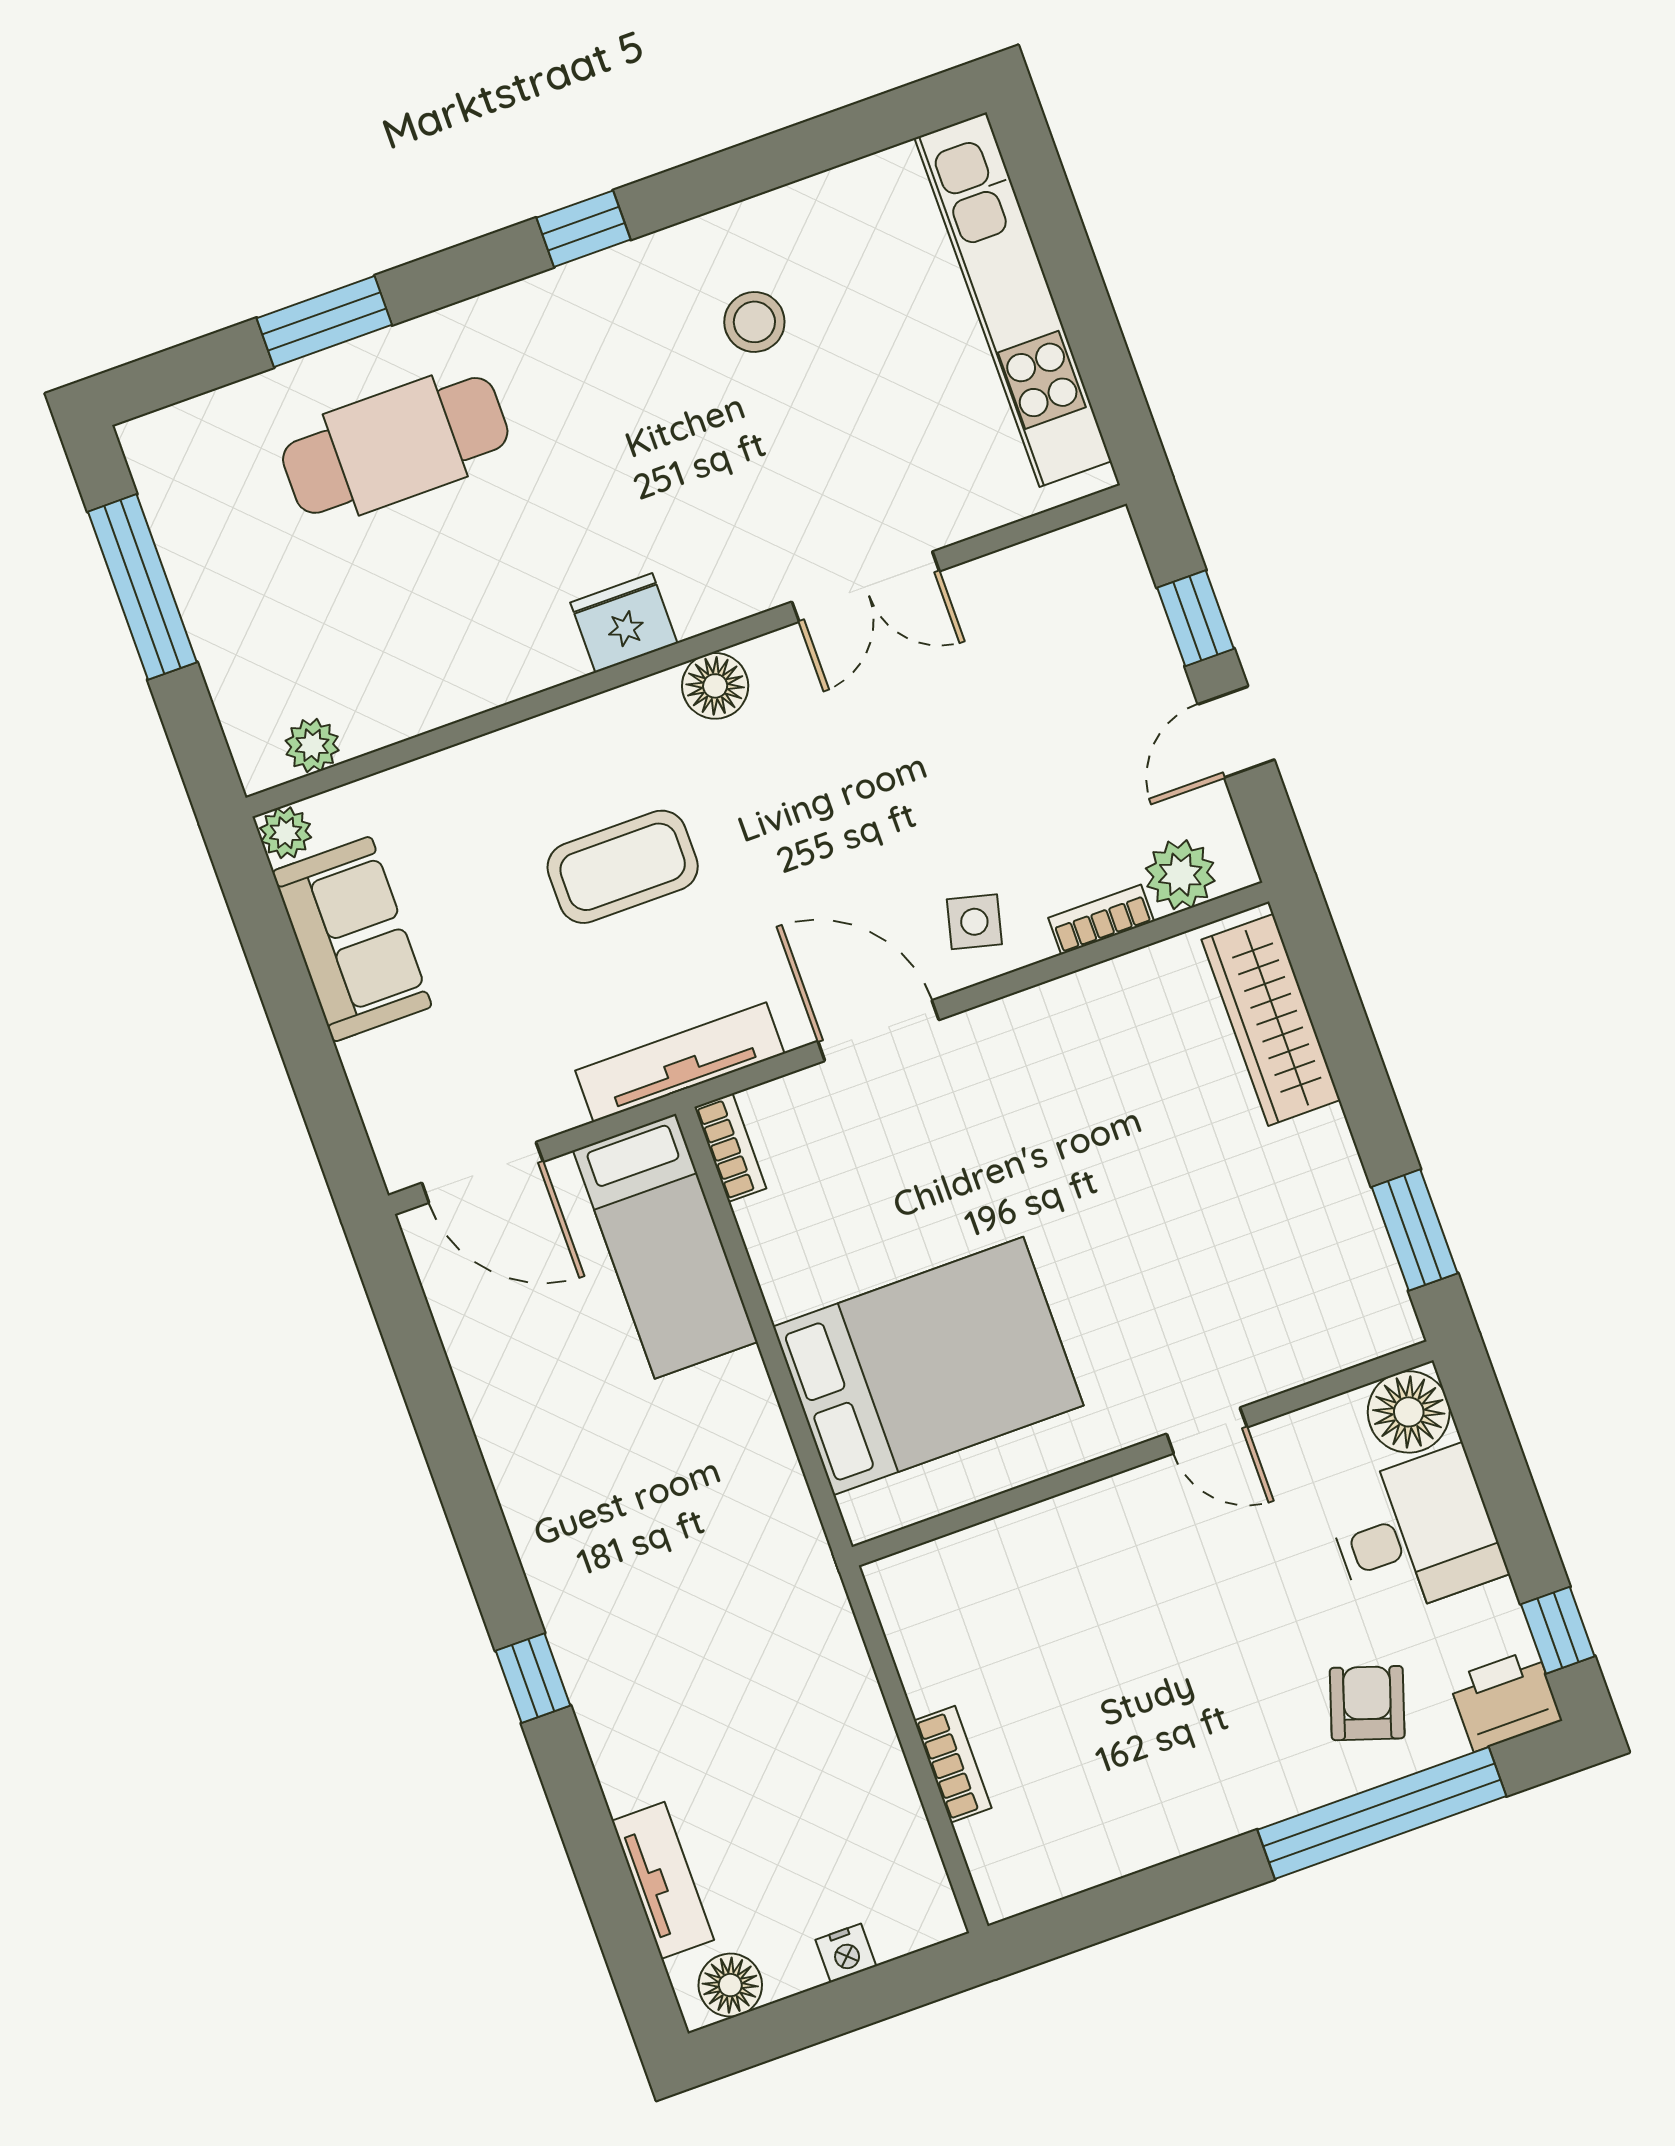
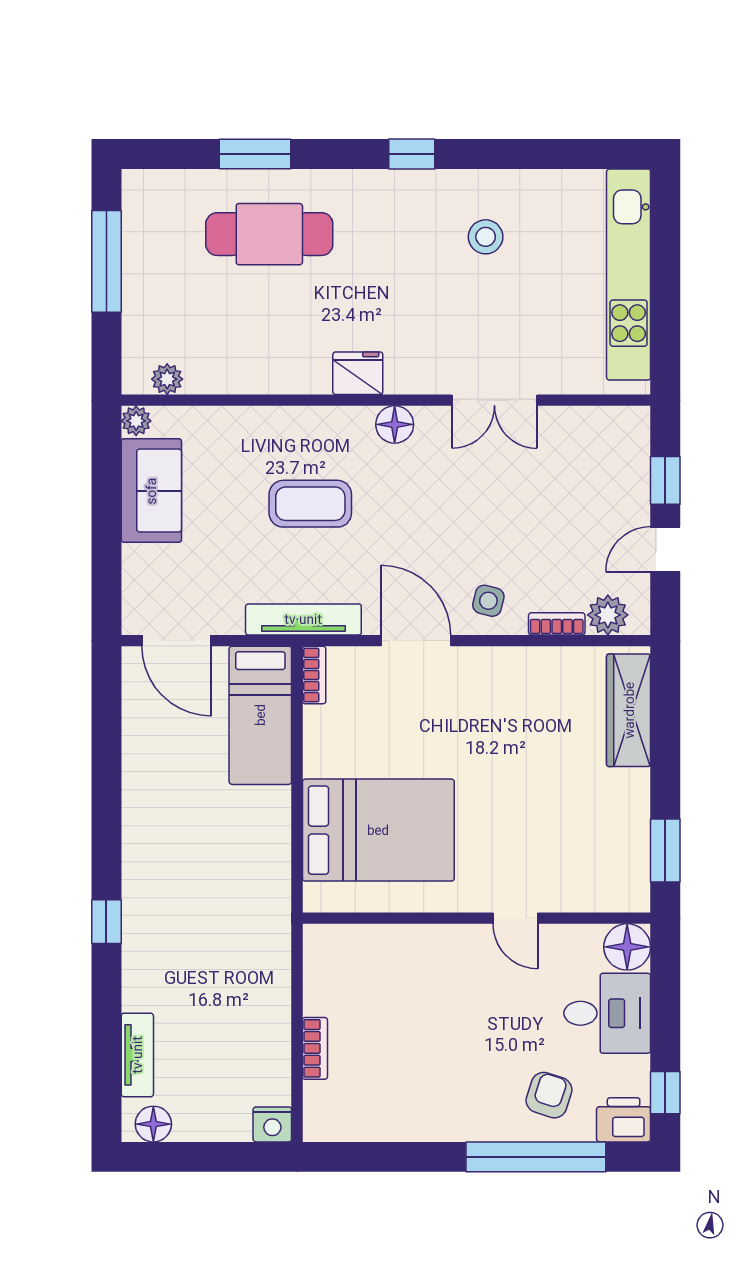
nightstand: (846, 1953) -> (272, 1124), moved, width x1.39, depth x1.35

